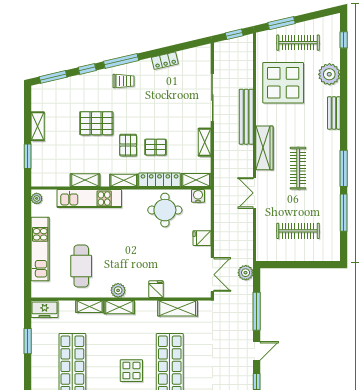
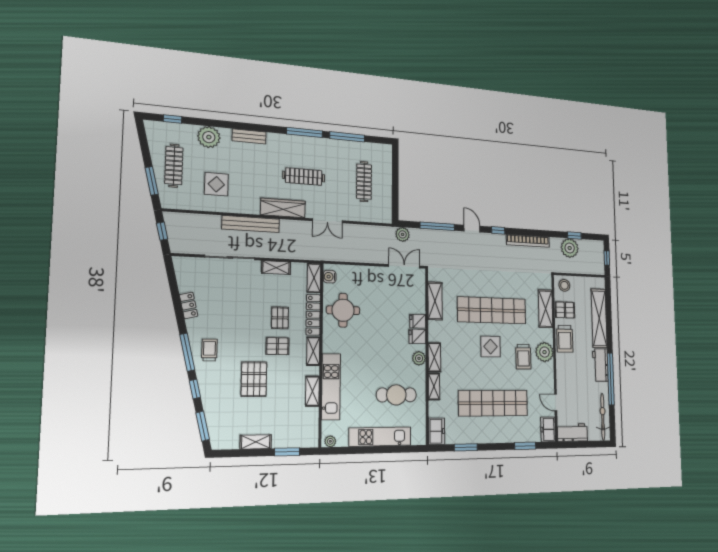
display table: (283, 83) -> (216, 184), width x0.54, depth x0.54
fridge: (202, 238) -> (417, 336), moved, turned 90

